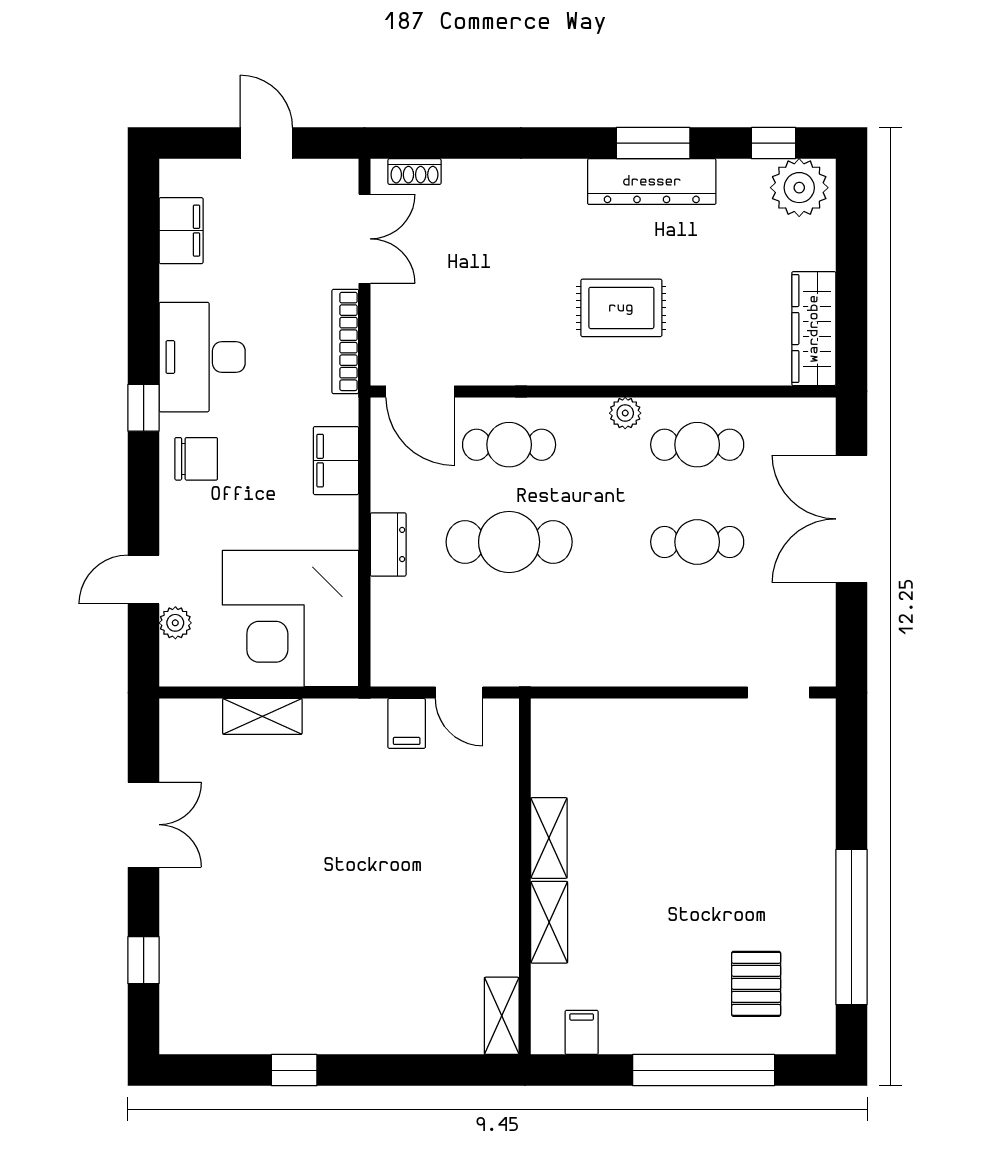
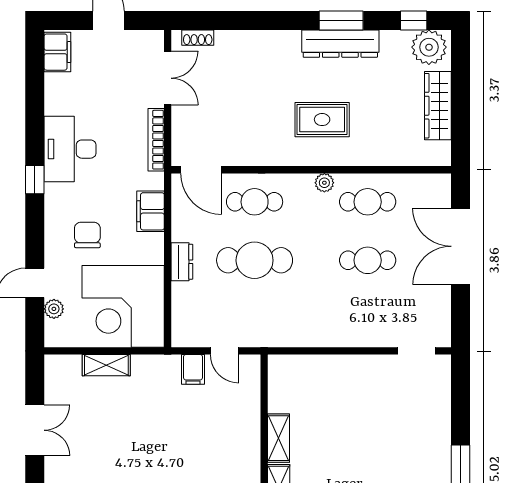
filing cabinet: (181, 231) -> (57, 52), moved
wardrobe: (814, 329) -> (438, 106), moved
chair: (196, 459) -> (87, 235), moved, turned -90

